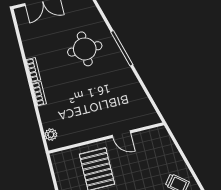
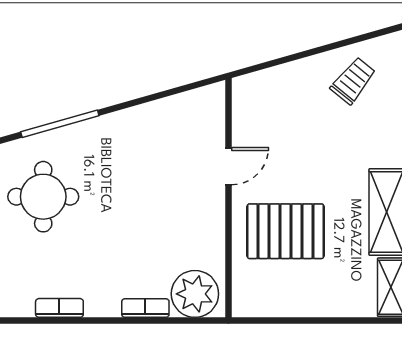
bookcase: (39, 94) -> (145, 308), moved
plant: (51, 135) -> (195, 294), width x1.87, depth x1.87

